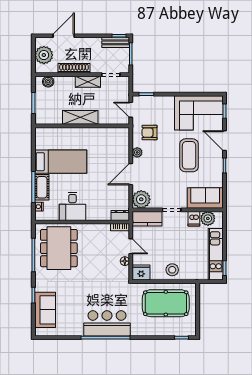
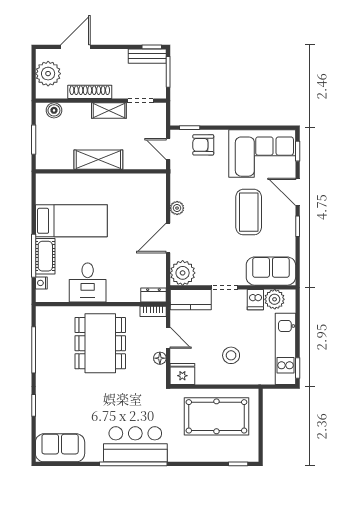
armchair: (150, 133) -> (203, 145), moved
dining table: (59, 248) -> (100, 343), moved
stool: (172, 270) -> (231, 355), moved
sofa: (45, 310) -> (60, 448), moved, turned -90

